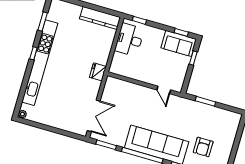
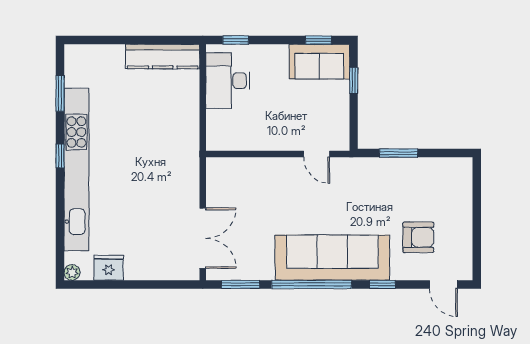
fridge: (98, 72) -> (109, 268), moved, turned 90
armchair: (203, 147) -> (418, 237), turned -90

